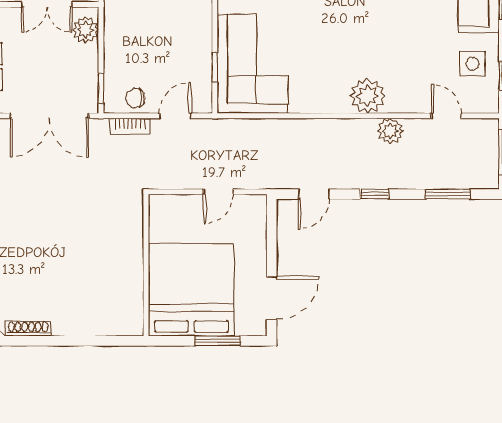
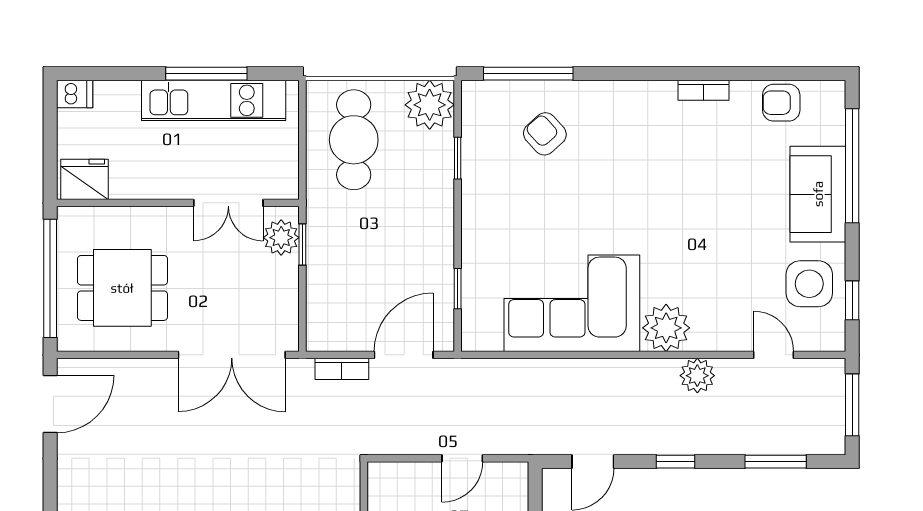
corner sofa: (253, 64) -> (572, 303), moved, turned -90
side table: (472, 64) -> (809, 284), width x1.37, depth x1.37
window: (101, 88) -> (302, 245), moved
chair: (135, 98) -> (349, 331), removed
door: (175, 116) -> (404, 355), width x1.38

